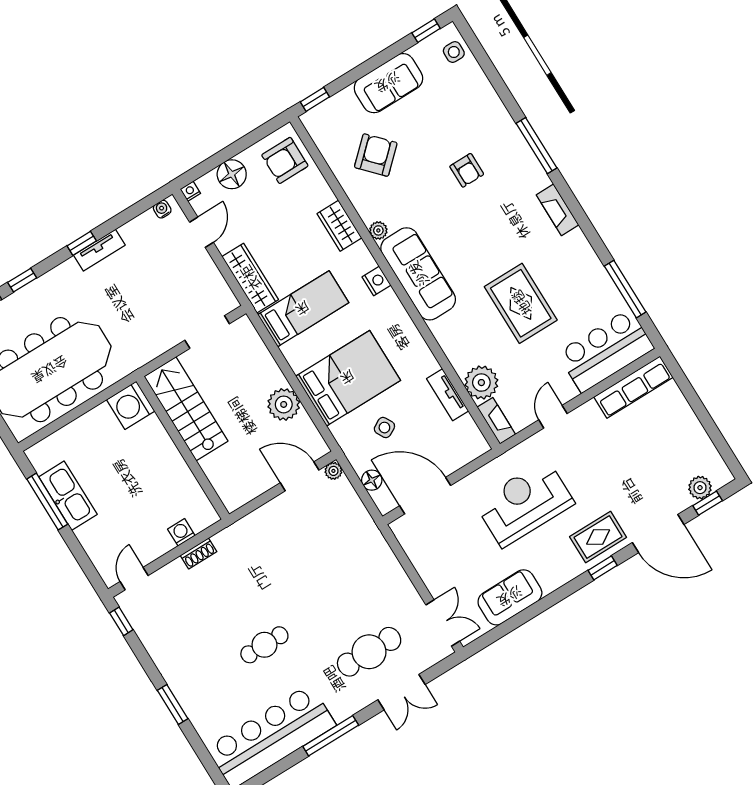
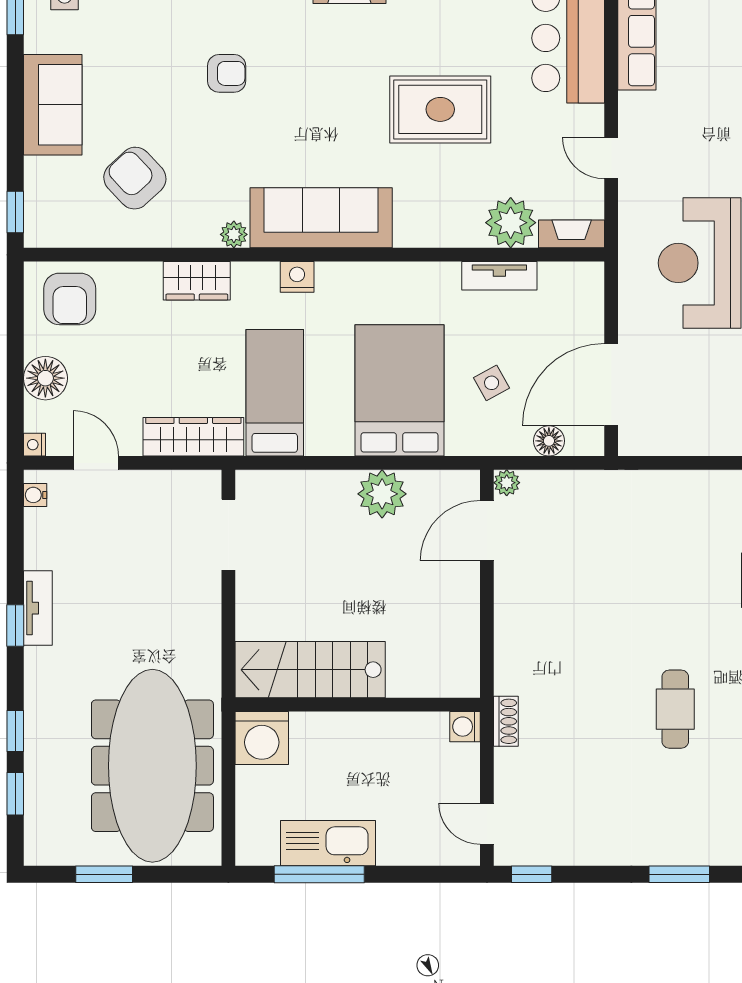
washing machine: (131, 405) -> (262, 738), moved
stairs: (186, 409) -> (310, 670), moved
wall: (183, 448) -> (358, 705), moved

